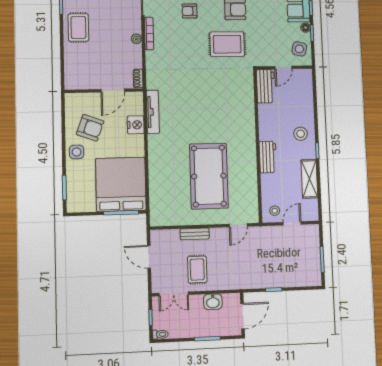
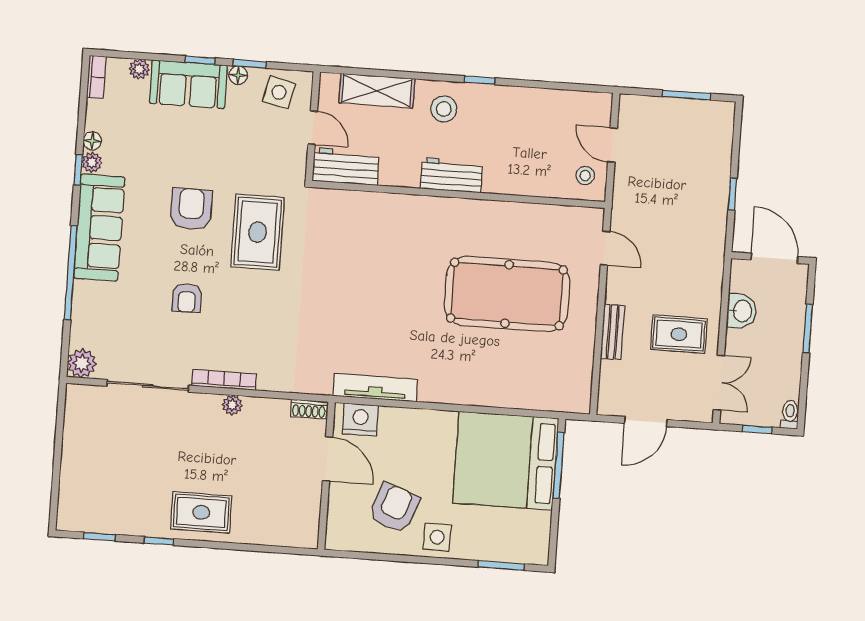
nightstand: (136, 125) -> (360, 420), moved
workbench: (268, 157) -> (451, 175), moved
shelving: (309, 179) -> (377, 91), moved

